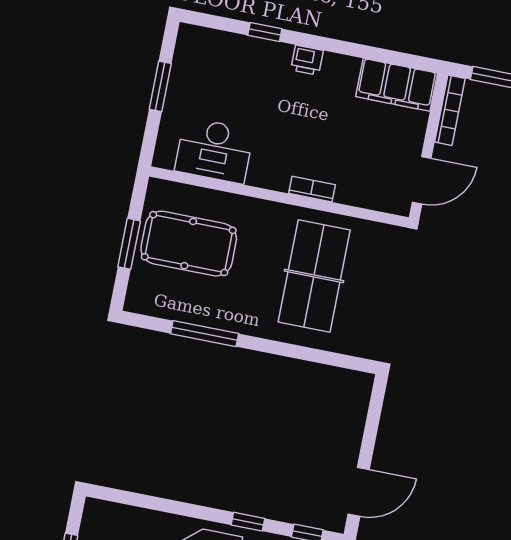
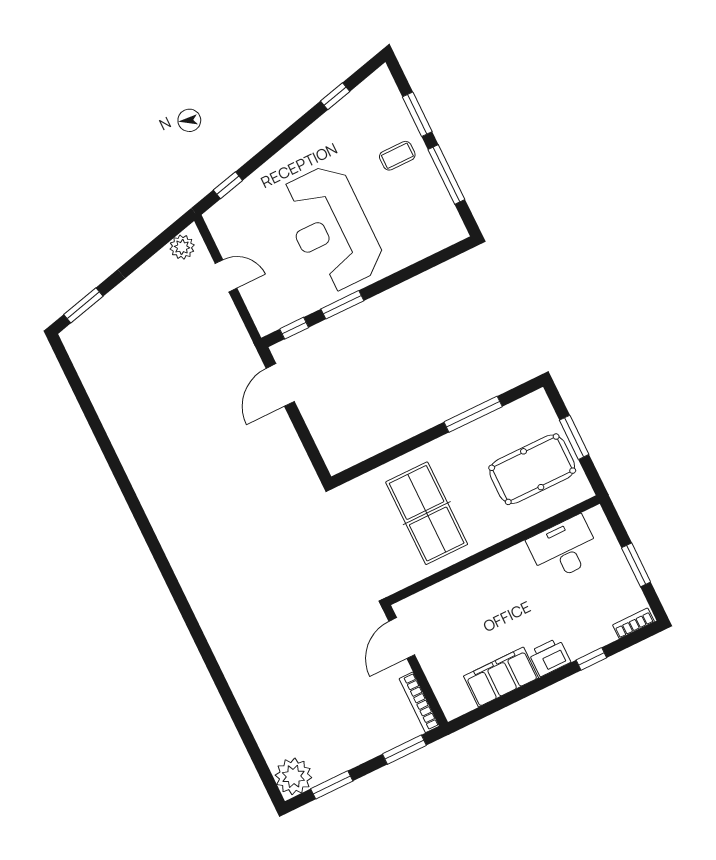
printer: (307, 60) -> (550, 657), width x1.36, depth x1.24
filing cabinet: (397, 85) -> (501, 677), moved
bookcase: (312, 189) -> (633, 623), moved, turned 180
window: (248, 522) -> (342, 305), width x1.50

